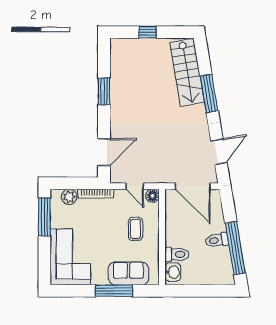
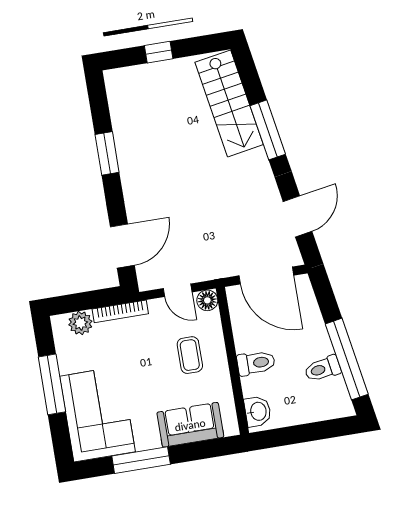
window: (44, 217) -> (52, 384), moved
toilet: (217, 240) -> (323, 369), moved
toilet: (177, 254) -> (256, 363), moved
window: (114, 291) -> (141, 460), moved

